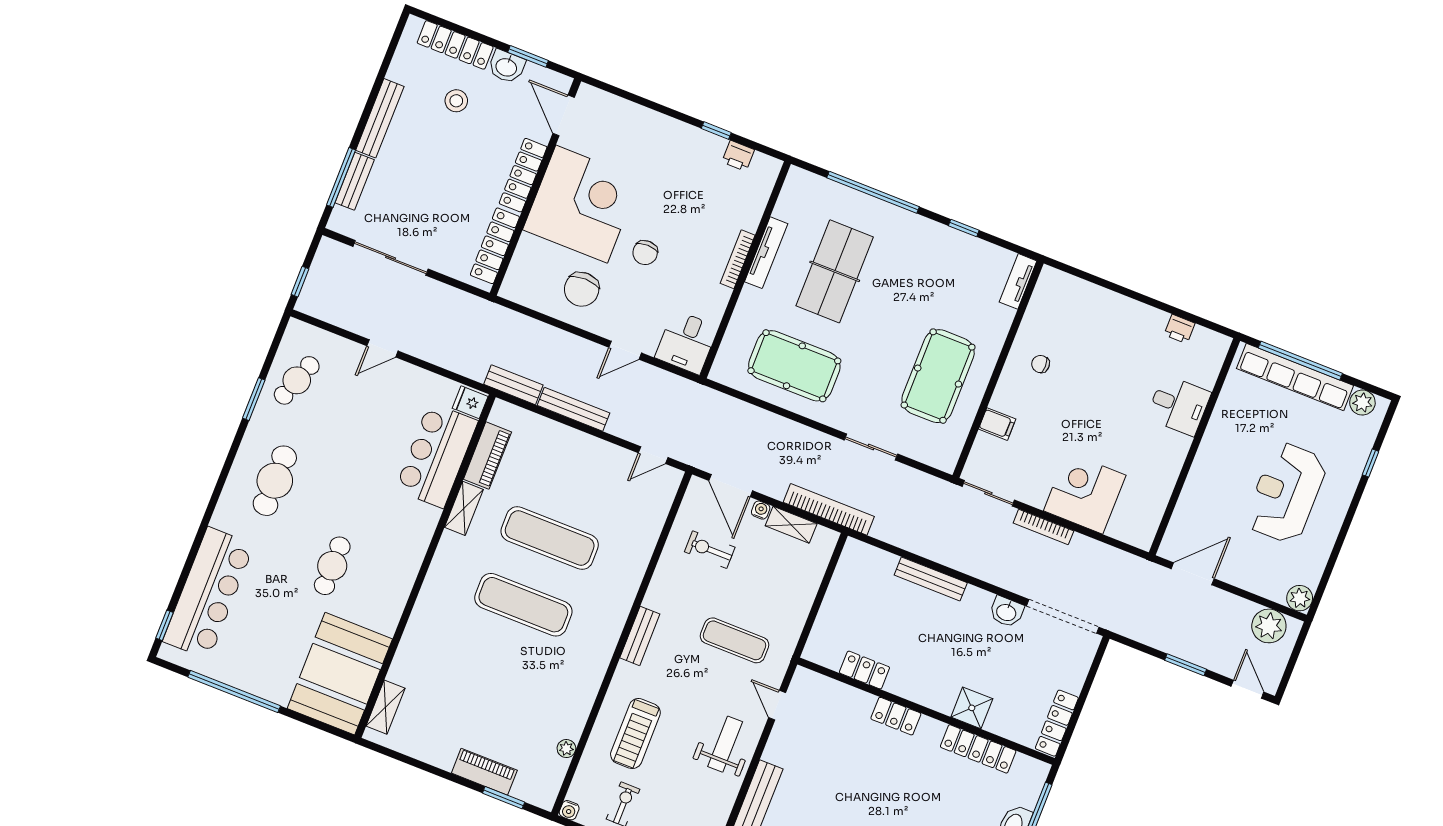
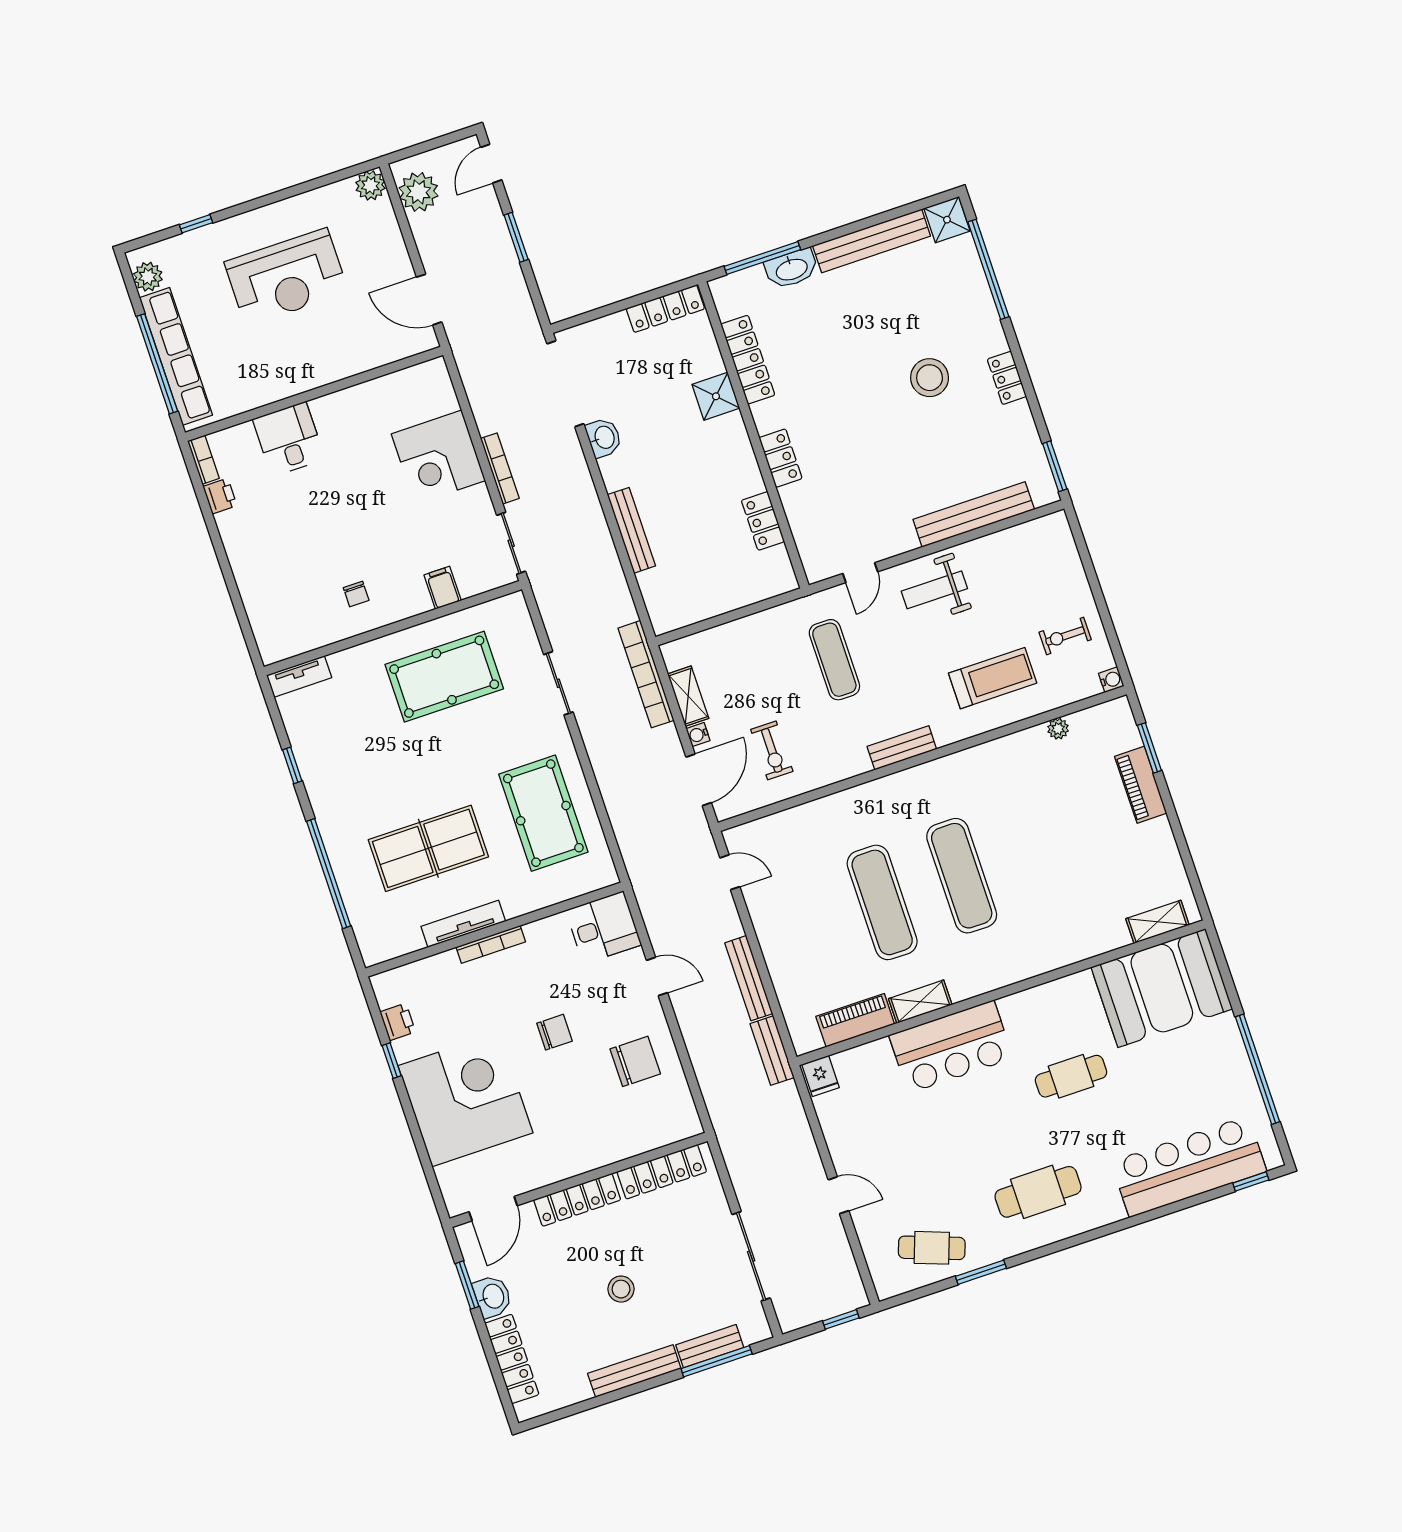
stool: (456, 101) -> (621, 1289), moved
corner desk: (582, 204) -> (465, 1099), moved, turned 90
bookcase: (1212, 338) -> (203, 460), added
bar counter: (437, 455) -> (951, 1047), moved

